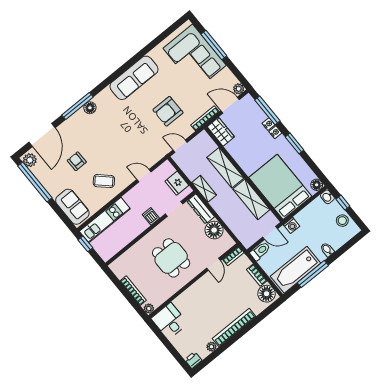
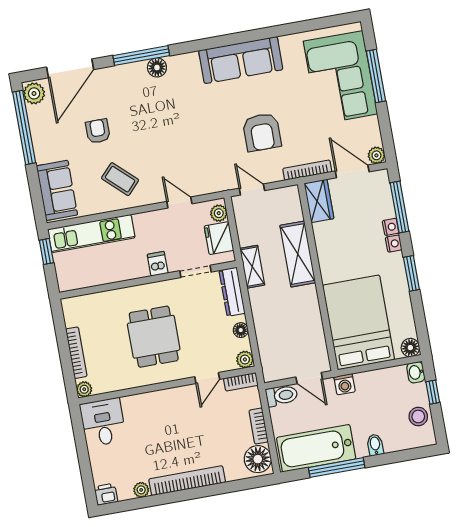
armchair: (168, 111) -> (262, 132), turned -90
plant: (169, 169) -> (219, 213), added
shelving: (251, 199) -> (309, 317), removed
floor lamp: (214, 230) -> (241, 330), width x0.53, depth x0.53
plant: (229, 242) -> (245, 360), added

